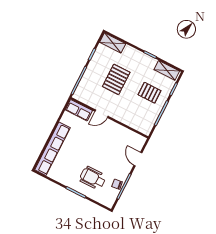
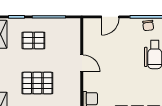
pallet: (150, 93) -> (33, 40), turned 90
door: (101, 114) -> (82, 63), moved

